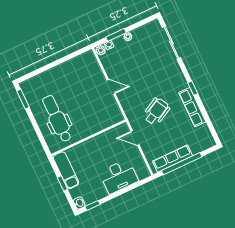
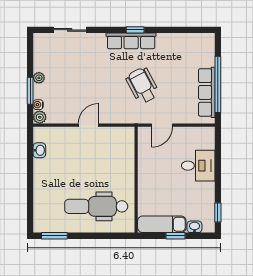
sliding door: (171, 43) -> (70, 30), width x0.73
washbasin: (78, 61) -> (39, 150), added
row of seats: (192, 107) -> (131, 41), moved
desk: (119, 176) -> (198, 166), width x0.73
washbasin: (79, 203) -> (194, 227), moved

